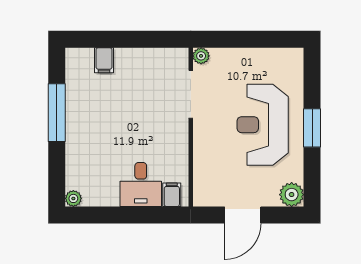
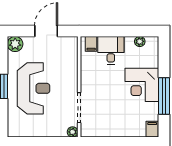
filing cabinet: (104, 60) -> (152, 129), moved
corner desk: (92, 130) -> (142, 85), added
plant: (73, 198) -> (140, 41), moved

